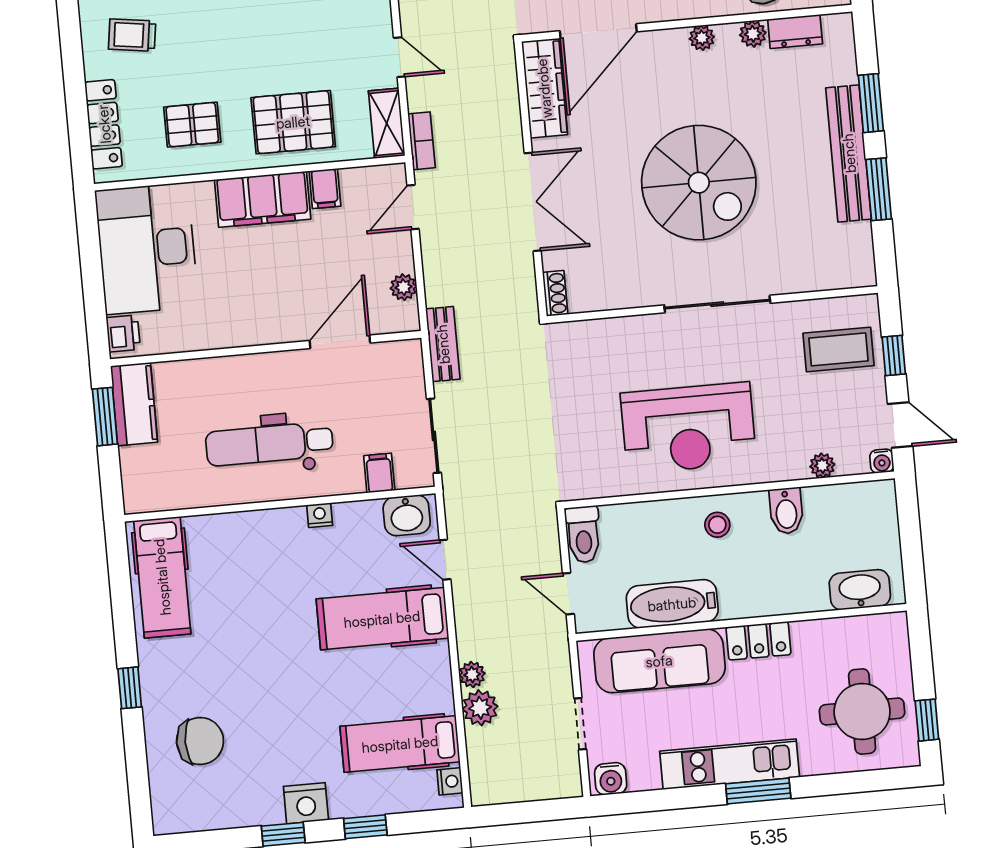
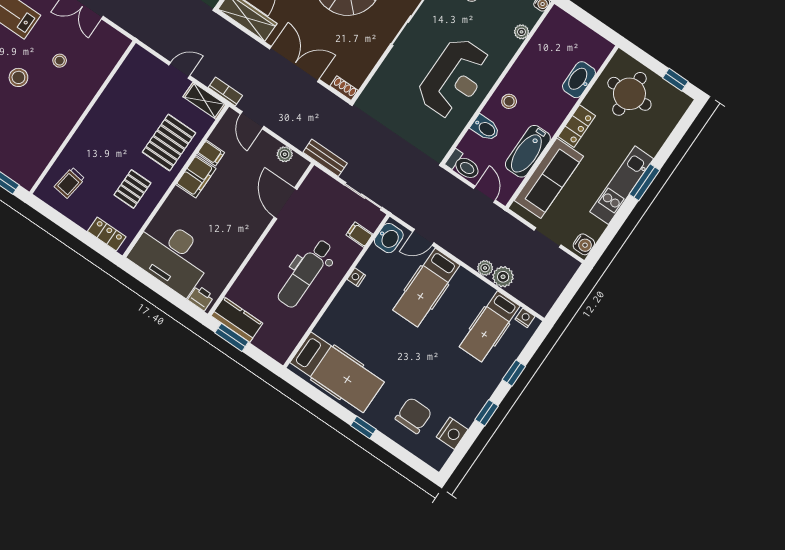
locker: (104, 124) -> (107, 234), width x0.66
filing cabinet: (263, 199) -> (196, 177), width x0.67, depth x0.86
bidet: (786, 511) -> (485, 128), moved
hospital bed: (162, 577) -> (337, 372), width x1.37, depth x1.29
washbasin: (860, 590) -> (579, 80), moved
door: (568, 594) -> (485, 194), swing flipped
round table: (862, 711) -> (629, 94), moved
nightstand: (306, 803) -> (452, 433), moved

